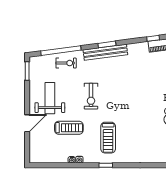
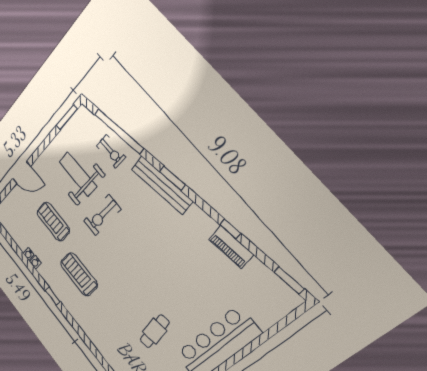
weight bench: (50, 98) -> (78, 174), moved, turned -90
treadmill: (69, 128) -> (53, 222), turned 180
treadmill: (108, 138) -> (79, 274), turned 90

